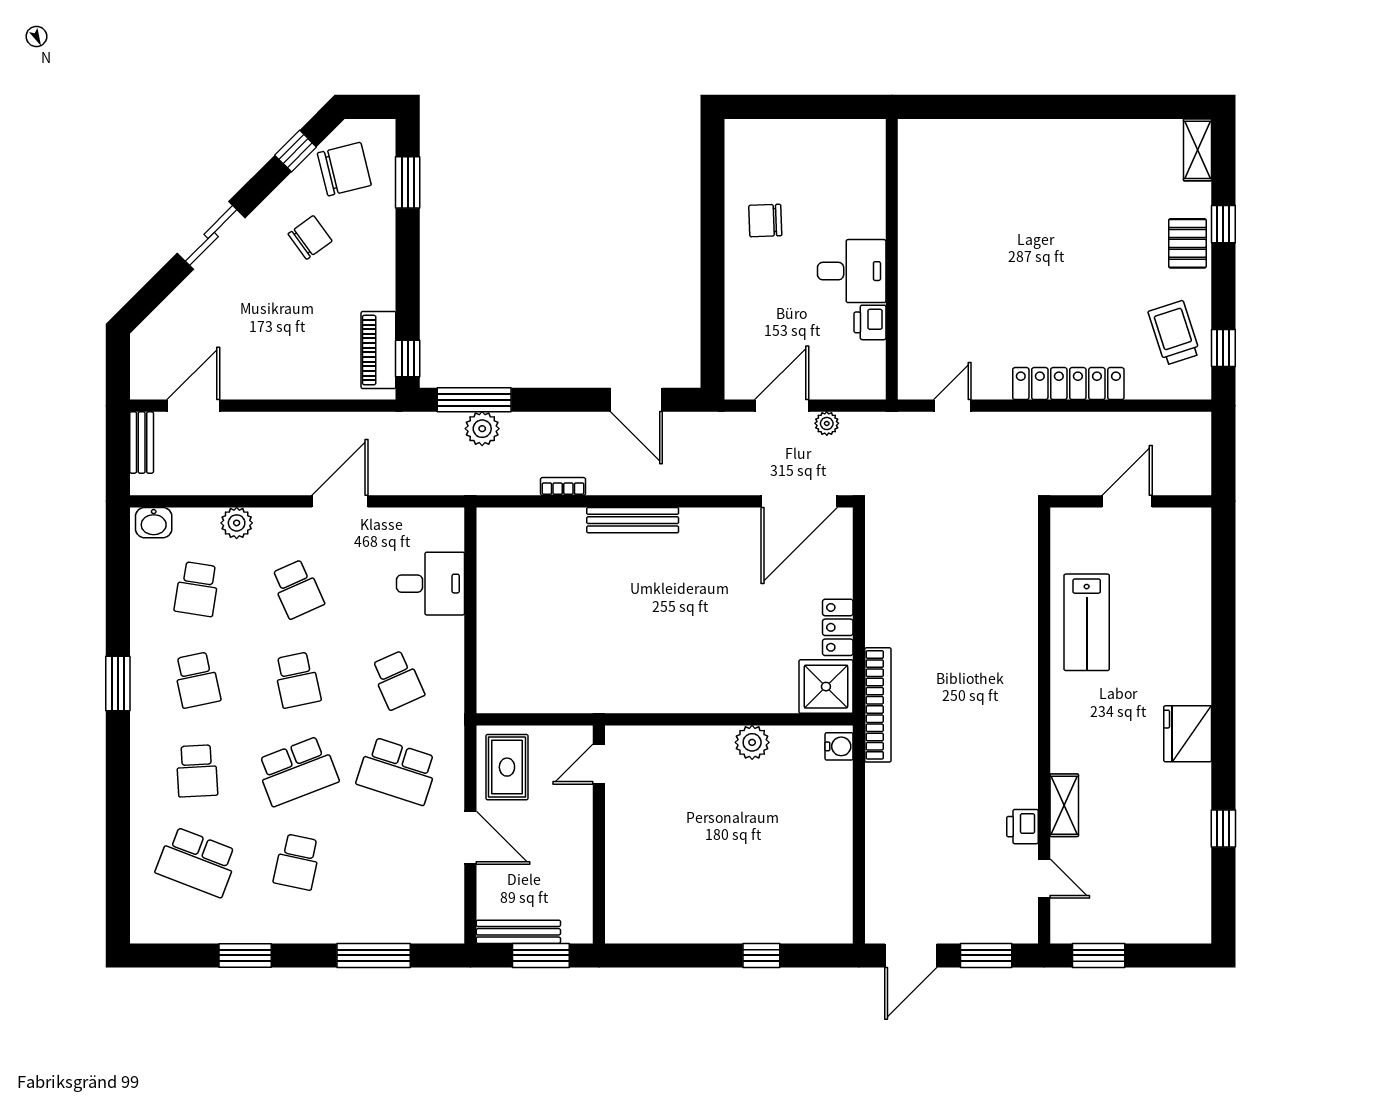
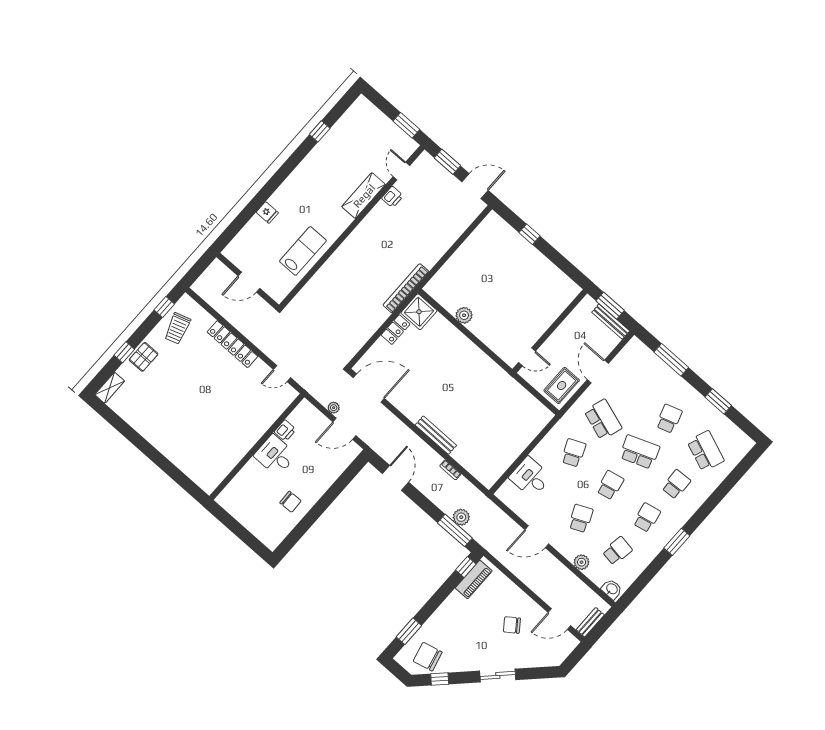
chair: (310, 237) -> (512, 625), moved
fridge: (1188, 734) -> (267, 212), moved, width x0.53, depth x0.75
water cooler: (839, 746) -> (434, 286), removed
shelving: (1064, 805) -> (364, 196), width x1.50, depth x1.33
school desk: (297, 862) -> (669, 419), turned -30

